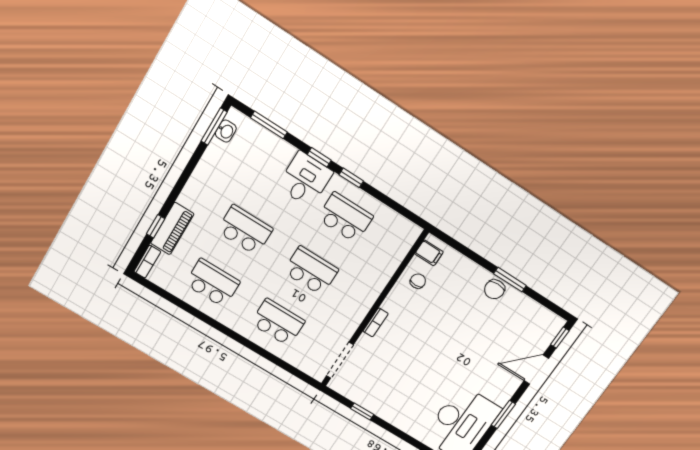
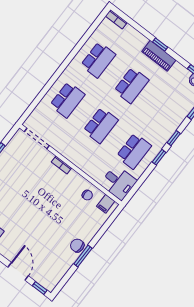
desk: (305, 179) -> (118, 182), moved
window: (156, 226) -> (160, 44), moved
piano: (172, 229) -> (159, 56), moved

